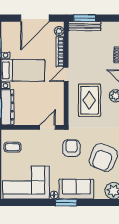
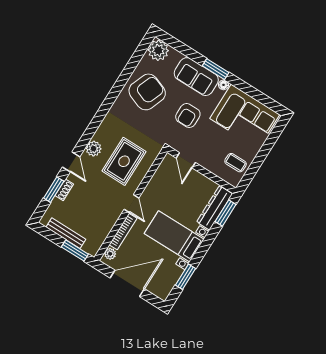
bench: (85, 26) -> (66, 233), moved
door: (66, 74) -> (131, 204), hinge flipped
door: (48, 127) -> (186, 160), hinge flipped
armchair: (72, 148) -> (188, 115), moved

